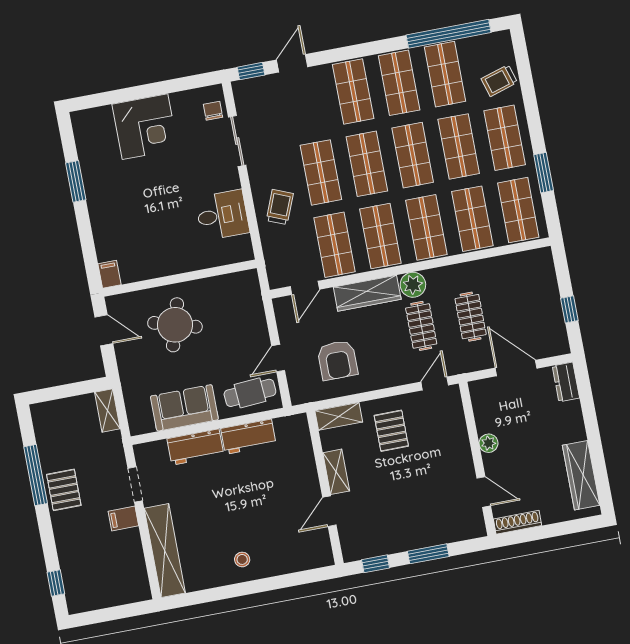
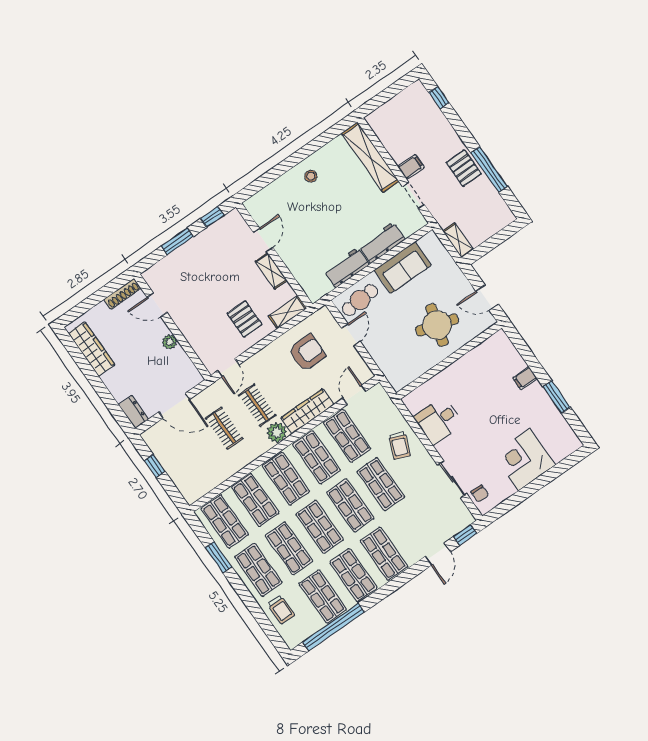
trolley: (499, 81) -> (281, 610), turned 107
filing cabinet: (109, 274) -> (525, 378), moved, turned 90
armchair: (337, 360) -> (307, 353), turned 90

